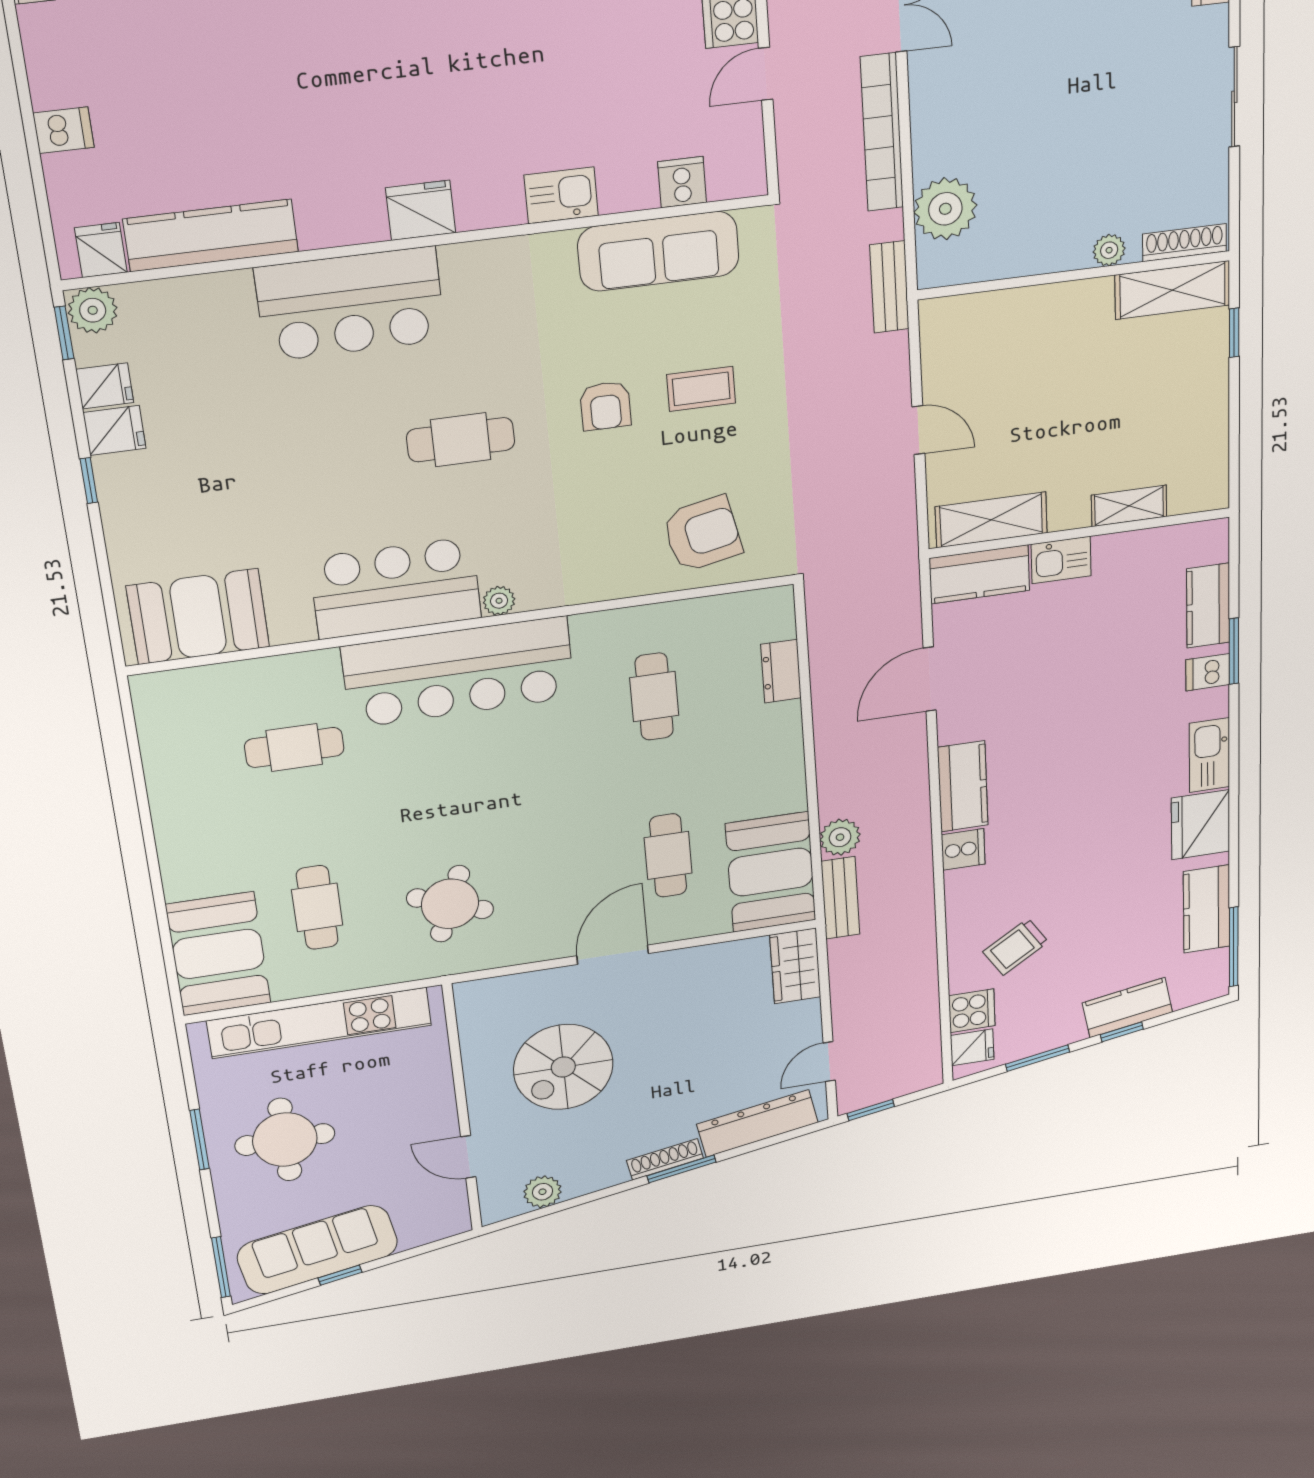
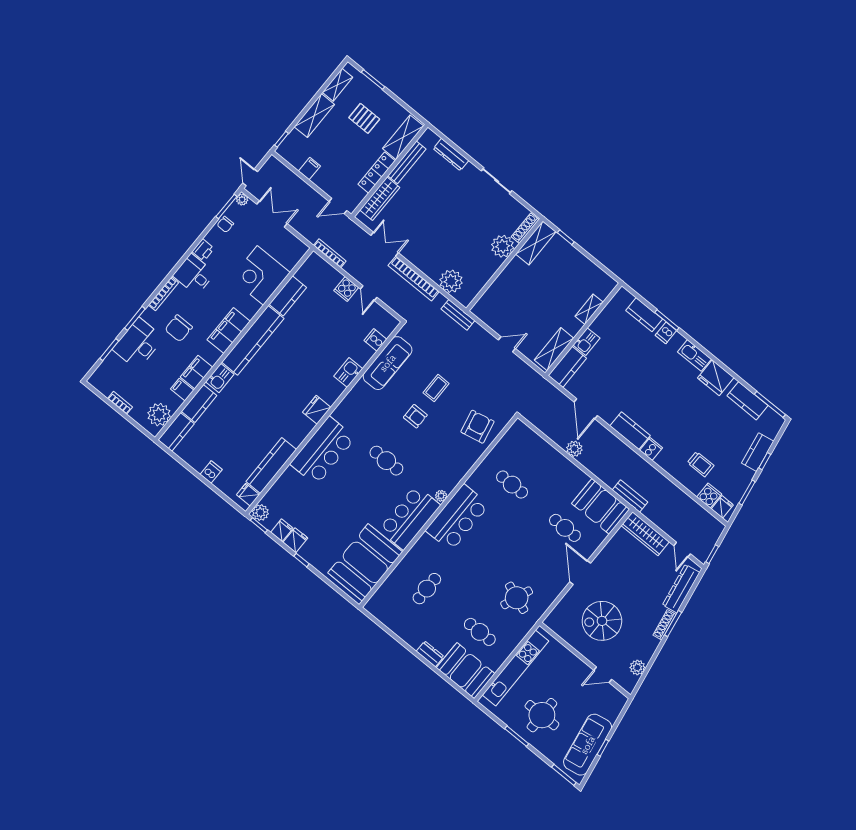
plant: (1109, 250) -> (503, 246), width x1.87, depth x1.87
cafe table: (461, 440) -> (386, 461), turned 90
booth: (198, 617) -> (365, 562), width x1.36, depth x1.42
dresser: (781, 671) -> (430, 654), moved, turned 180
bar counter: (459, 672) -> (457, 518), width x0.73
plant: (840, 837) -> (574, 449), moved
trolley: (1016, 947) -> (701, 464), turned -57
wardrobe: (795, 966) -> (645, 534), width x1.50
spiral stairs: (563, 1067) -> (602, 621), turned 90

